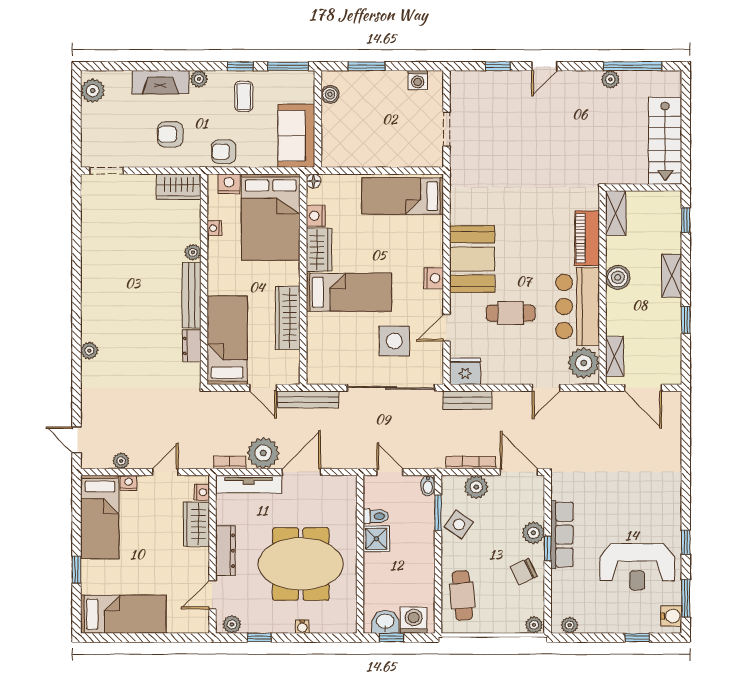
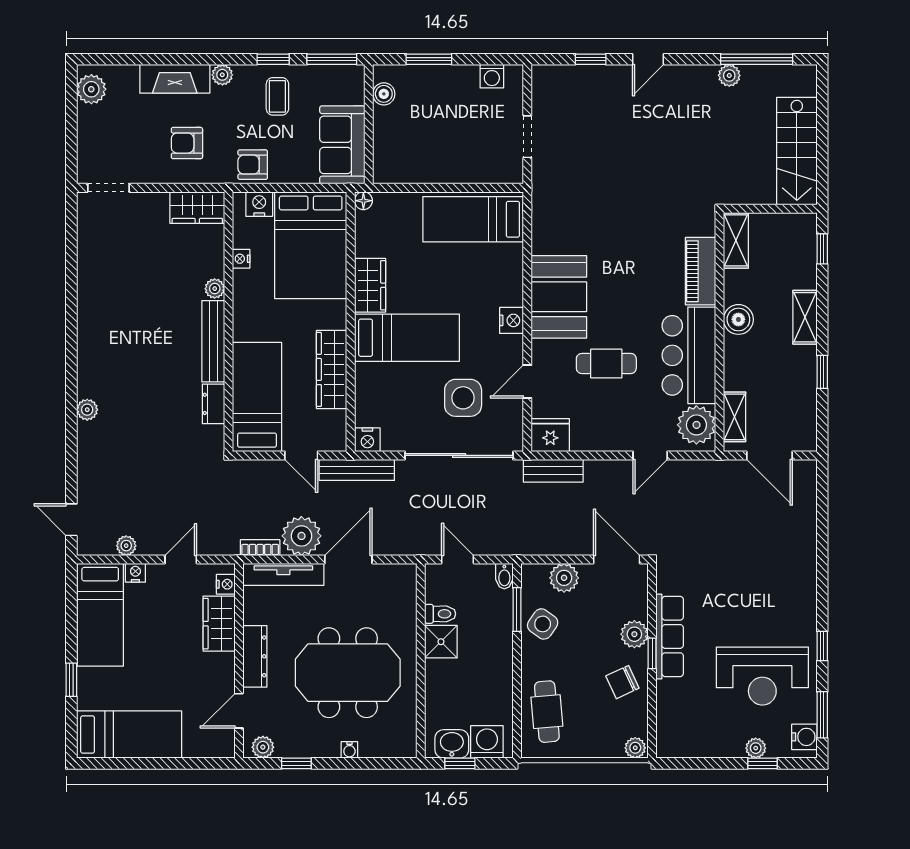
nightstand: (316, 216) -> (367, 440), moved, turned -90
bookcase: (471, 463) -> (557, 548), removed
plant: (570, 625) -> (756, 748), moved

